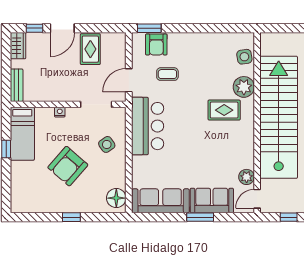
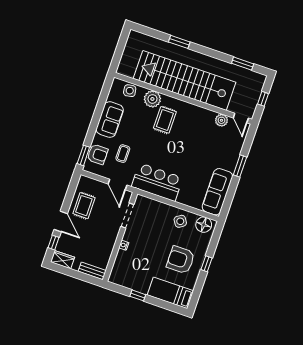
rug: (90, 49) -> (84, 206), turned 90
bed: (22, 134) -> (170, 293), moved, turned 180
side table: (107, 144) -> (180, 221), moved
armchair: (68, 166) -> (181, 260), moved, turned 139
sofa: (212, 201) -> (110, 120), moved, turned 180

